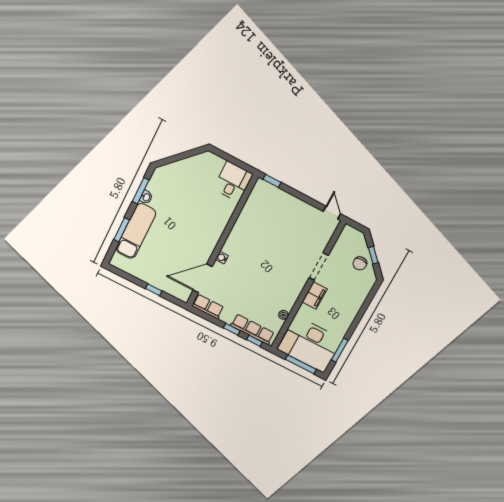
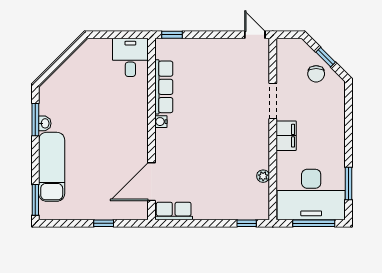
window: (122, 230) -> (35, 200), moved
water cooler: (222, 258) -> (161, 122), moved
window: (232, 329) -> (214, 223), removed
row of seats: (252, 329) -> (164, 87), moved, turned 90

